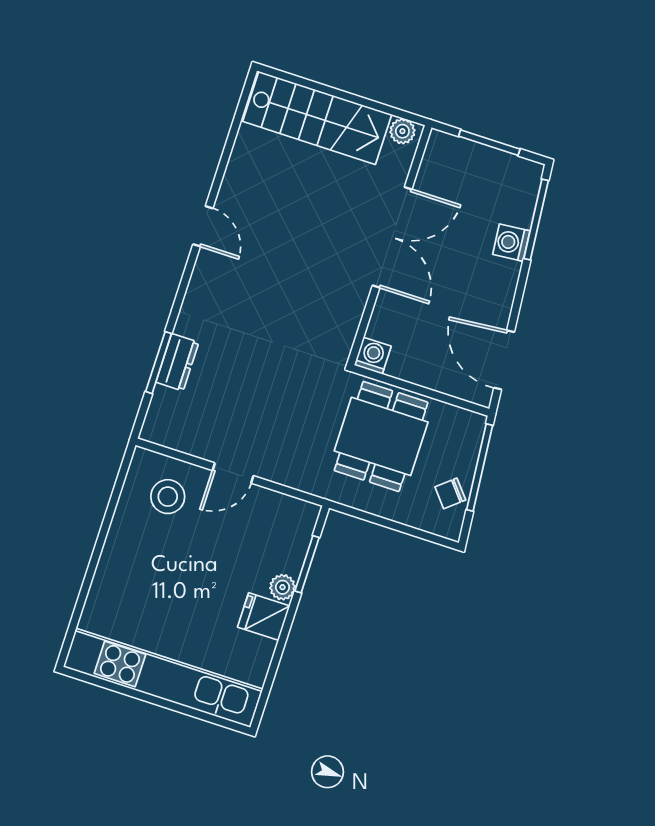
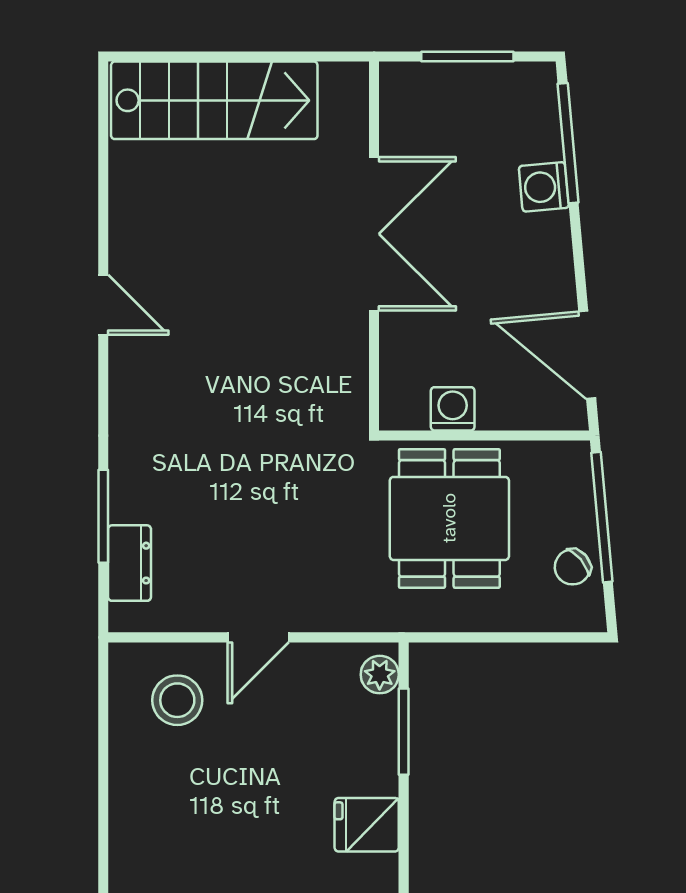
plant: (402, 131) -> (340, 80), removed
washing machine: (373, 356) -> (453, 409), moved
dresser: (177, 362) -> (130, 563), moved
plant: (283, 587) -> (380, 675), moved

